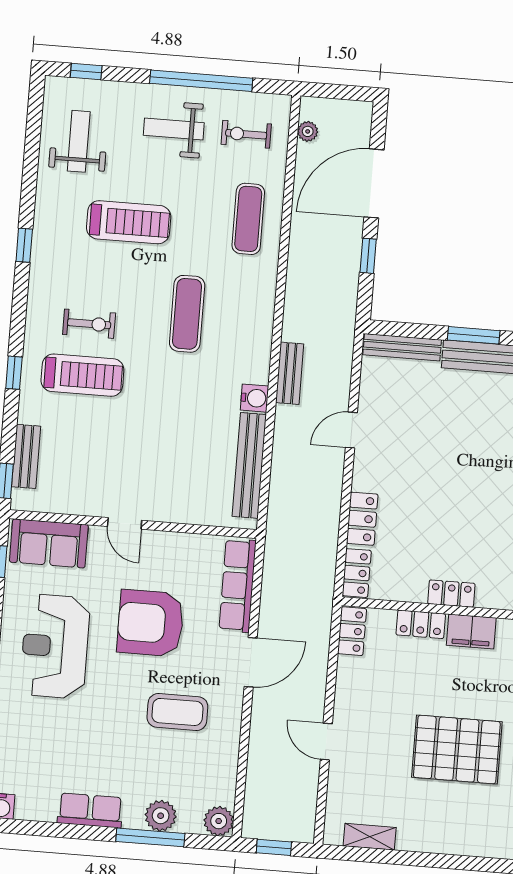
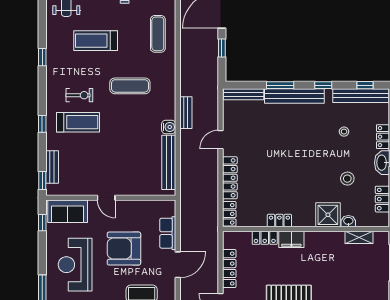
treadmill: (129, 222) -> (96, 41), turned 180
exercise mat: (187, 314) -> (130, 86), turned 90
locker: (362, 519) -> (230, 178), width x1.53
row of seats: (238, 585) -> (168, 233), width x0.68
locker: (352, 631) -> (229, 269), moved, width x1.53

